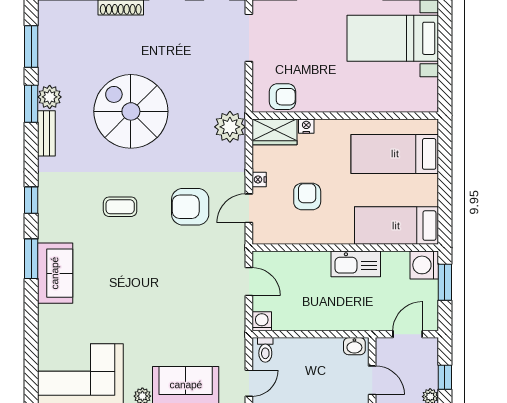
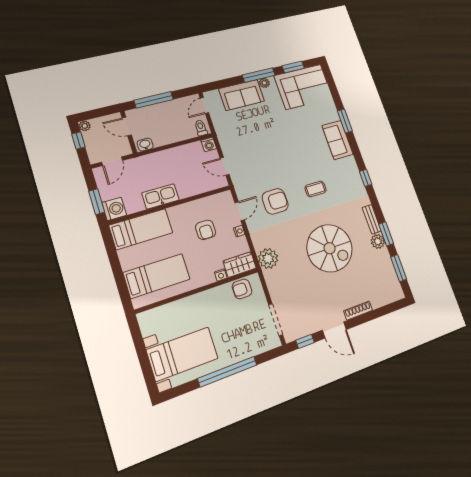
window: (31, 259) -> (345, 121), moved

